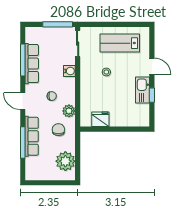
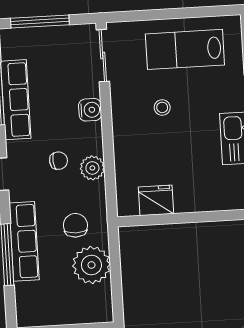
window: (58, 24) -> (40, 22), moved
plant: (69, 111) -> (92, 168), moved
plant: (65, 161) -> (91, 265), moved

